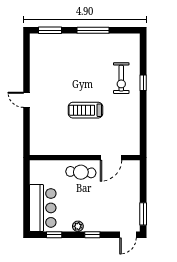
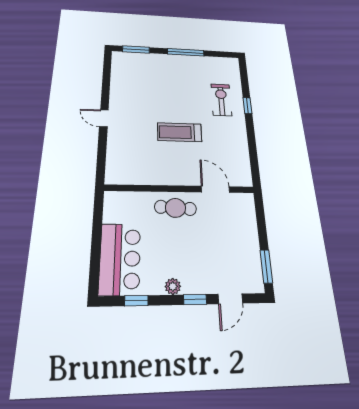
exercise bike: (121, 78) -> (221, 100), turned 180
door: (111, 158) -> (215, 189), swing flipped
door: (128, 235) -> (230, 299), moved

